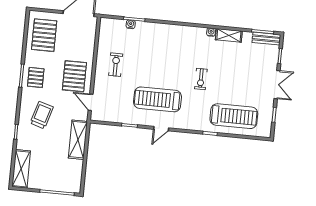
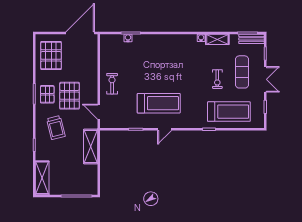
exercise bike: (116, 65) -> (112, 84), moved
exercise mat: (252, 74) -> (242, 72), added
pallet: (74, 76) -> (70, 96), moved
exercise bike: (201, 79) -> (217, 79), moved
treadmill: (157, 99) -> (159, 103), turned 180
trolley: (42, 115) -> (56, 128), turned 149

